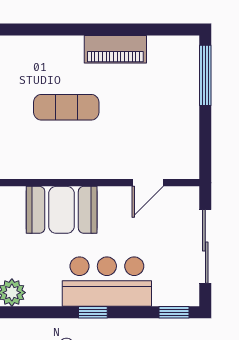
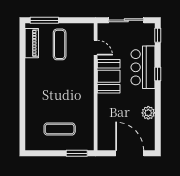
piano: (115, 49) -> (32, 43), moved
exercise mat: (66, 107) -> (60, 44), moved
booth: (62, 210) -> (109, 76), moved

